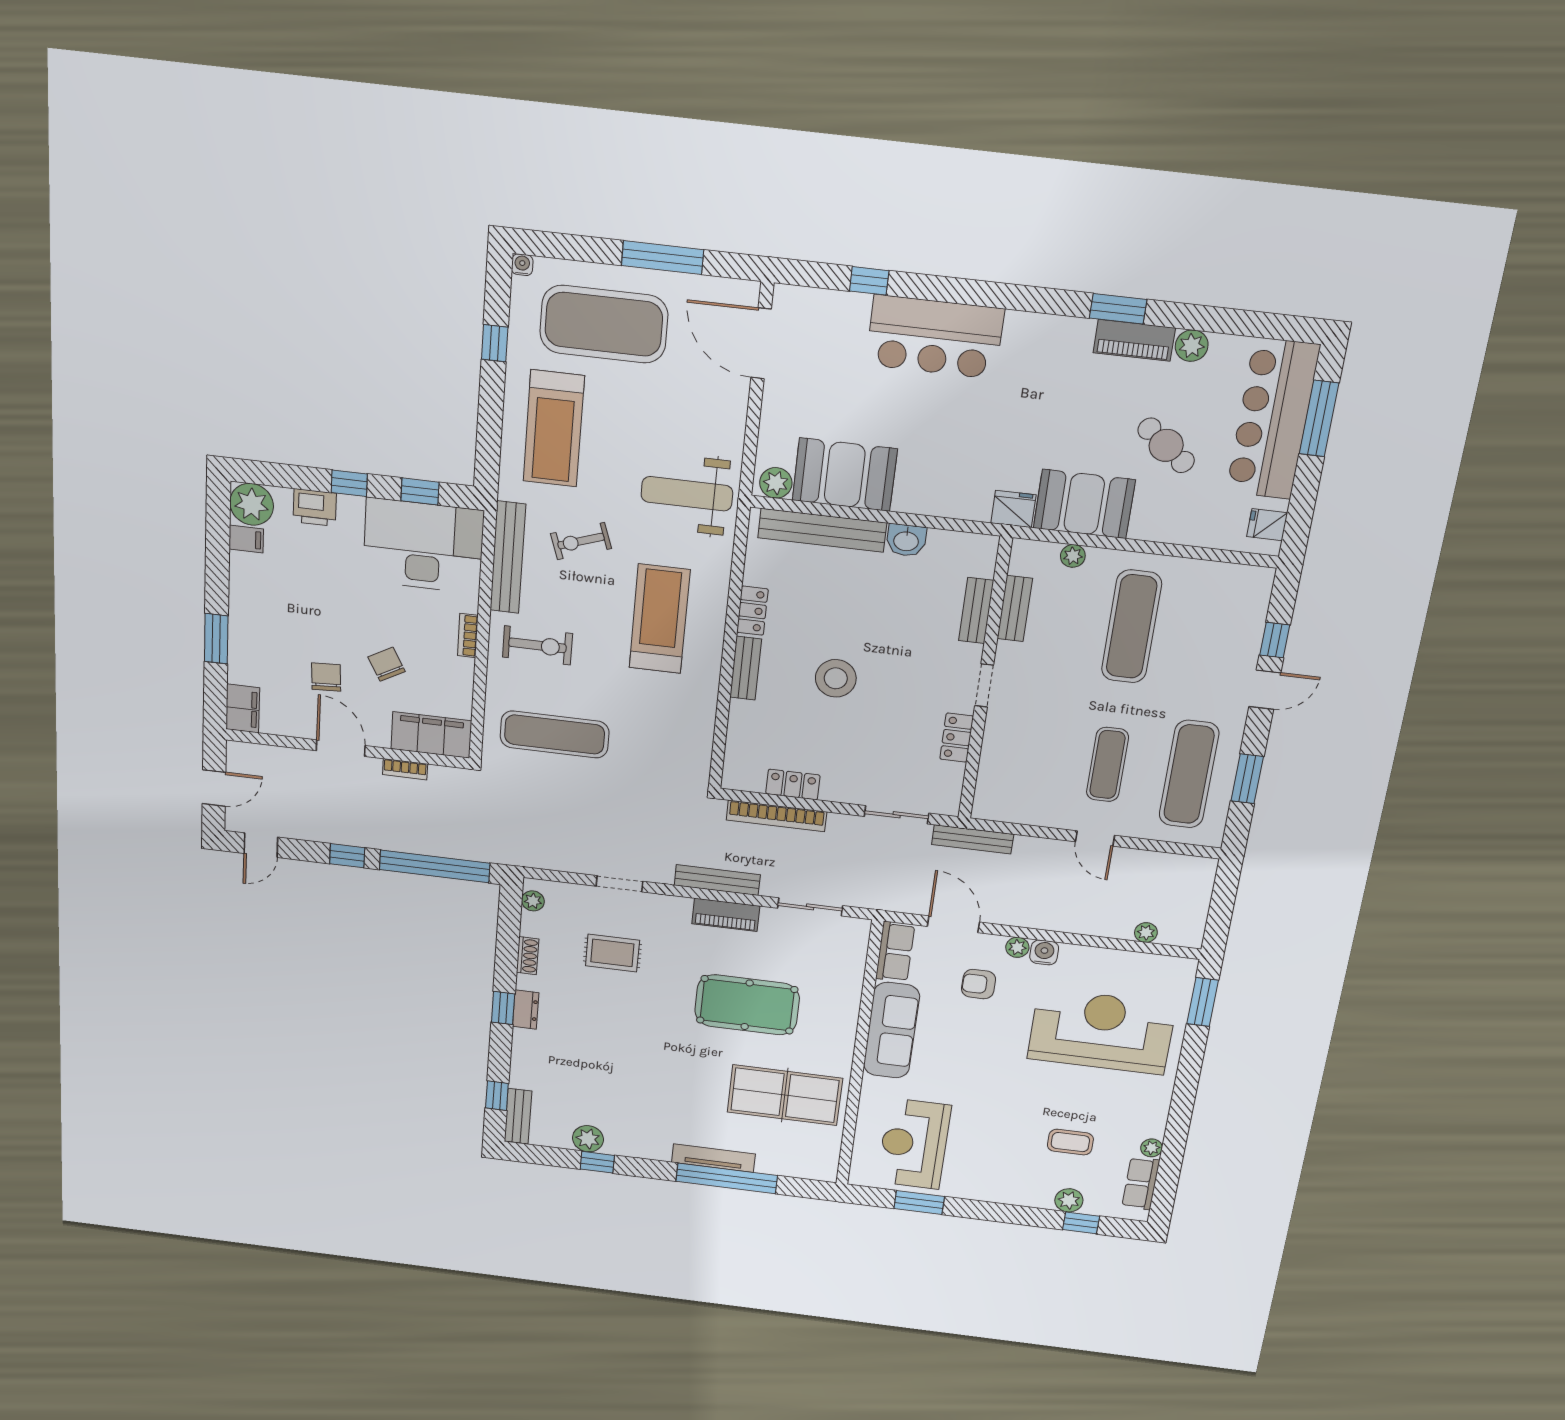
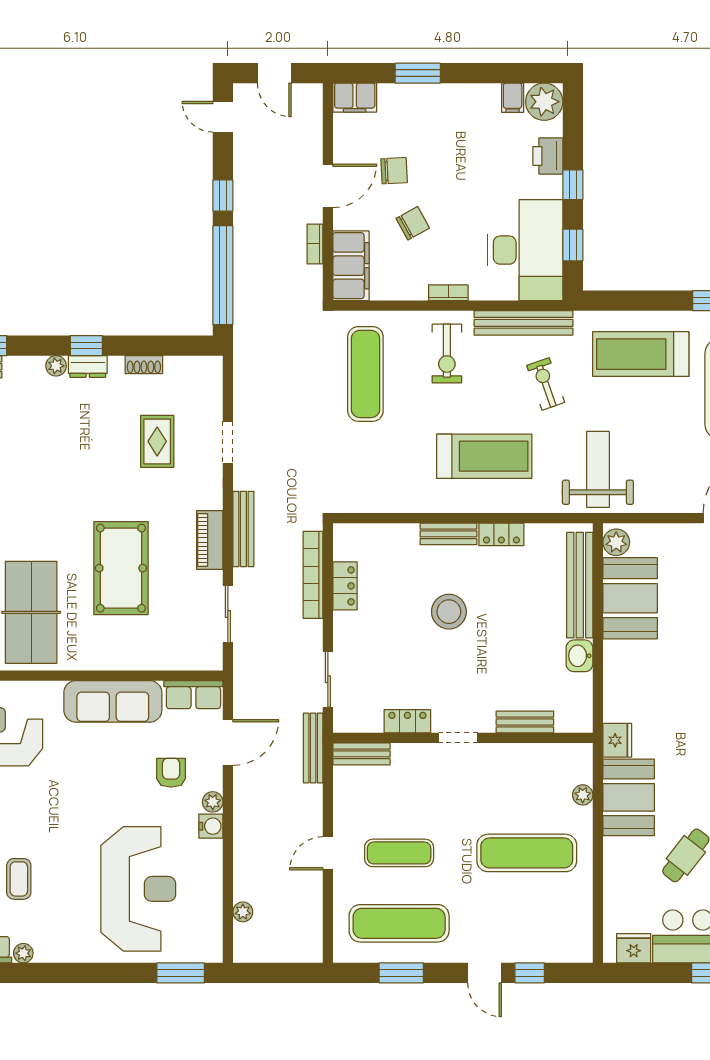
fridge: (1267, 525) -> (634, 948), width x1.38
bench: (1015, 609) -> (362, 754), moved
plant: (533, 901) -> (56, 366), moved

